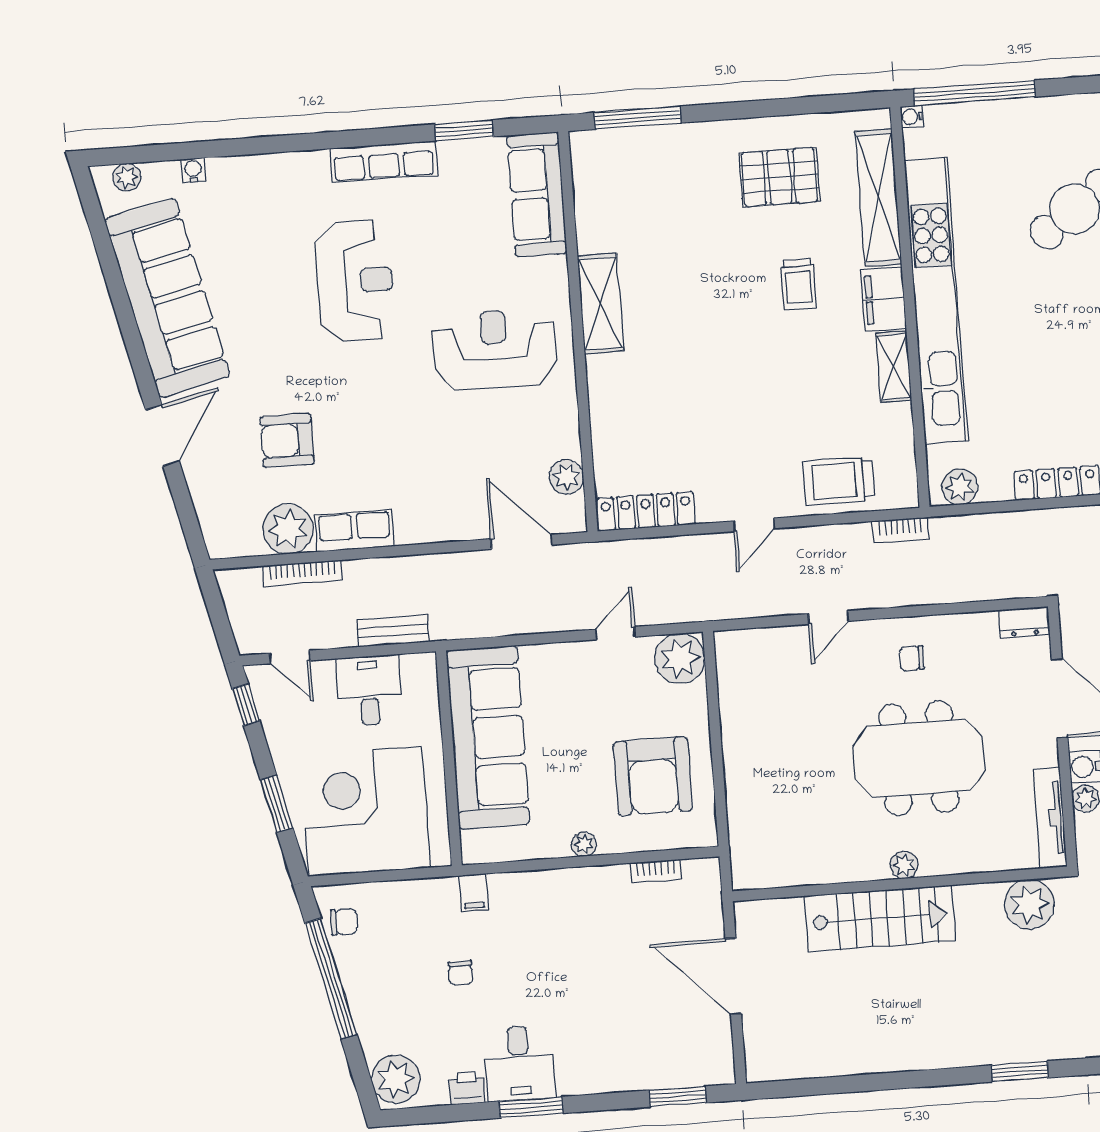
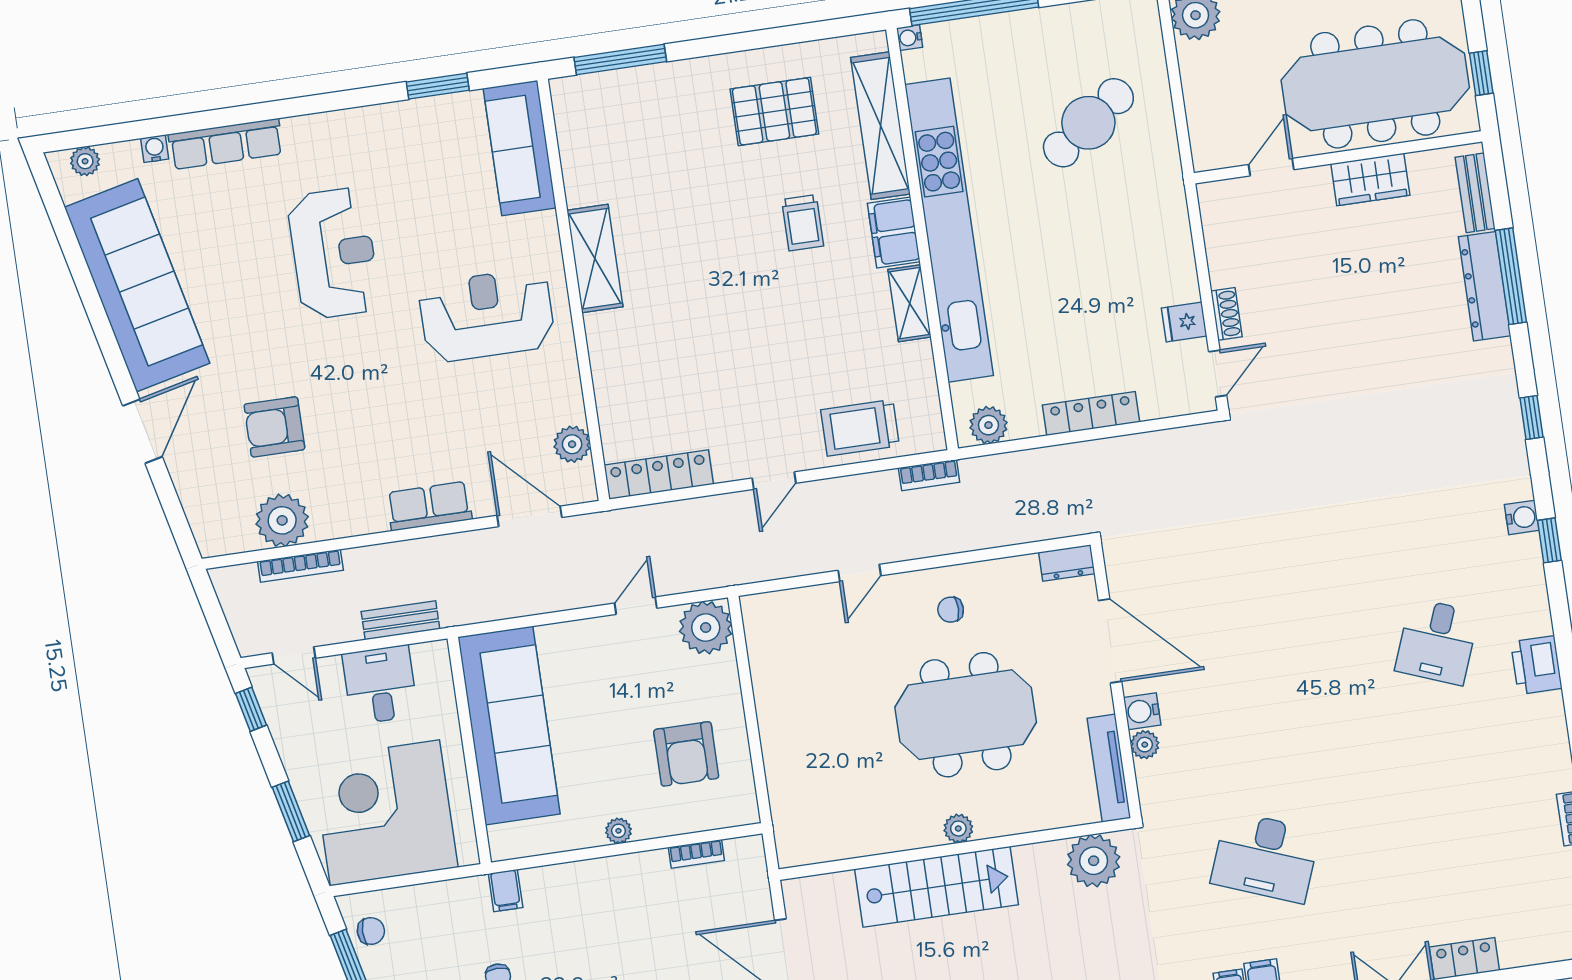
row of seats: (384, 162) -> (226, 144), moved
row of seats: (355, 531) -> (429, 506), moved
armchair: (653, 776) -> (686, 754), width x0.73, depth x0.73

